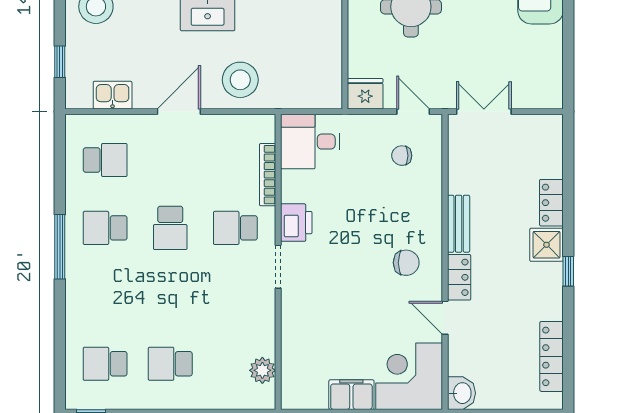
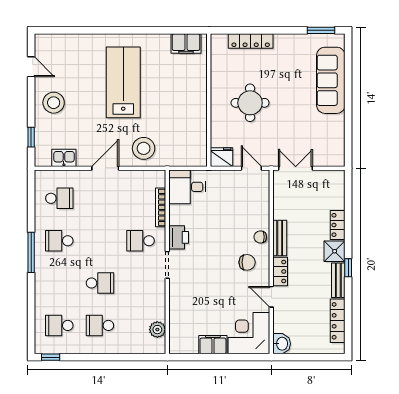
chair: (402, 156) -> (260, 237), moved
school desk: (170, 228) -> (100, 283), moved, turned -90
bench: (553, 291) -> (338, 280), added

